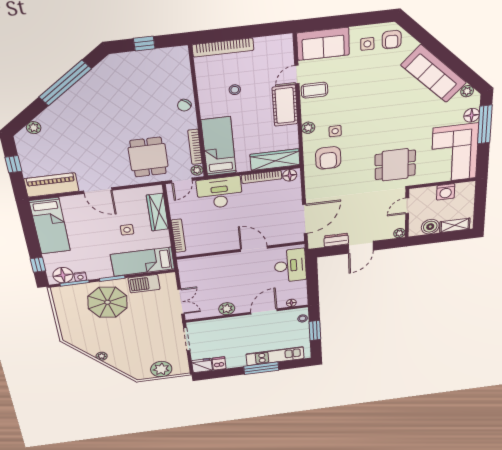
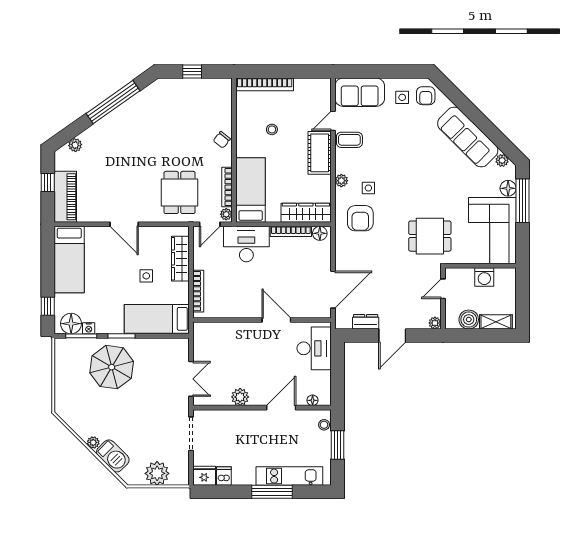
piano: (51, 185) -> (65, 197), moved, turned 90
barbecue: (144, 284) -> (113, 456), moved, turned -135

